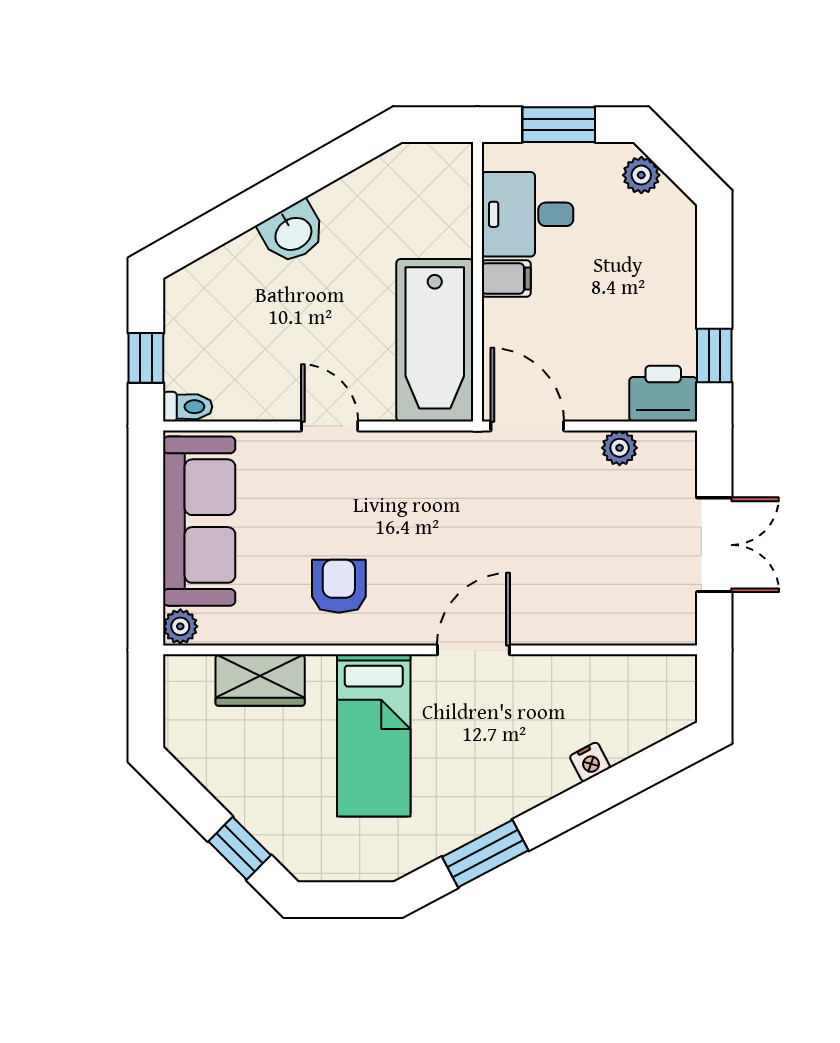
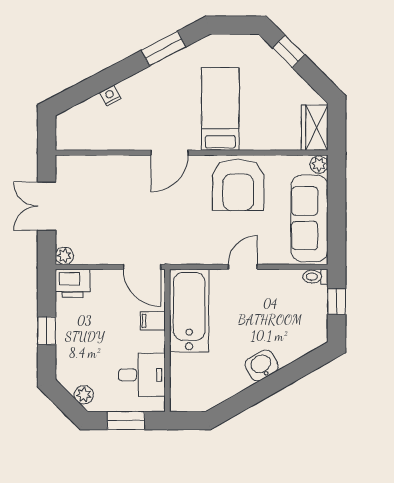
filing cabinet: (506, 278) -> (153, 321), moved
window: (714, 356) -> (47, 331), moved
door: (330, 426) -> (243, 267), swing flipped
plant: (620, 448) -> (64, 256), moved
armchair: (339, 586) -> (238, 185), width x1.88, depth x1.88
wardrobe: (260, 680) -> (315, 128), moved, turned -90

